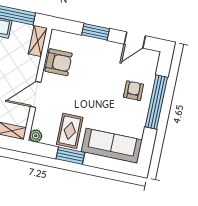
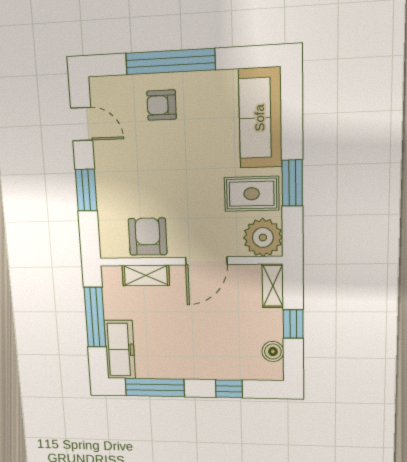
shelving: (38, 41) -> (146, 275), moved
door: (36, 94) -> (206, 261), hinge flipped
plant: (36, 136) -> (263, 237), width x1.87, depth x1.87

